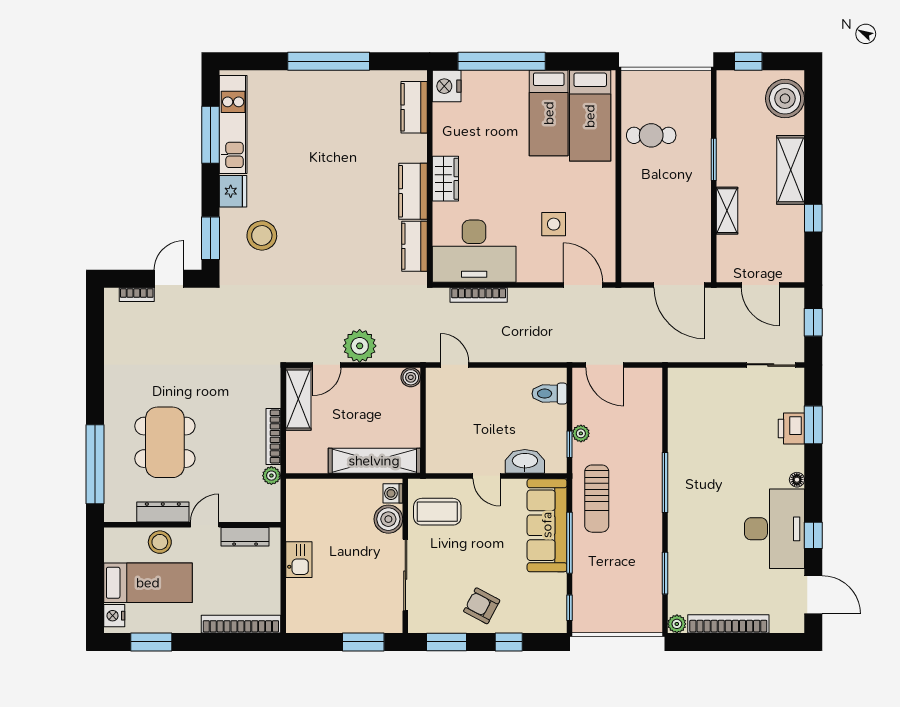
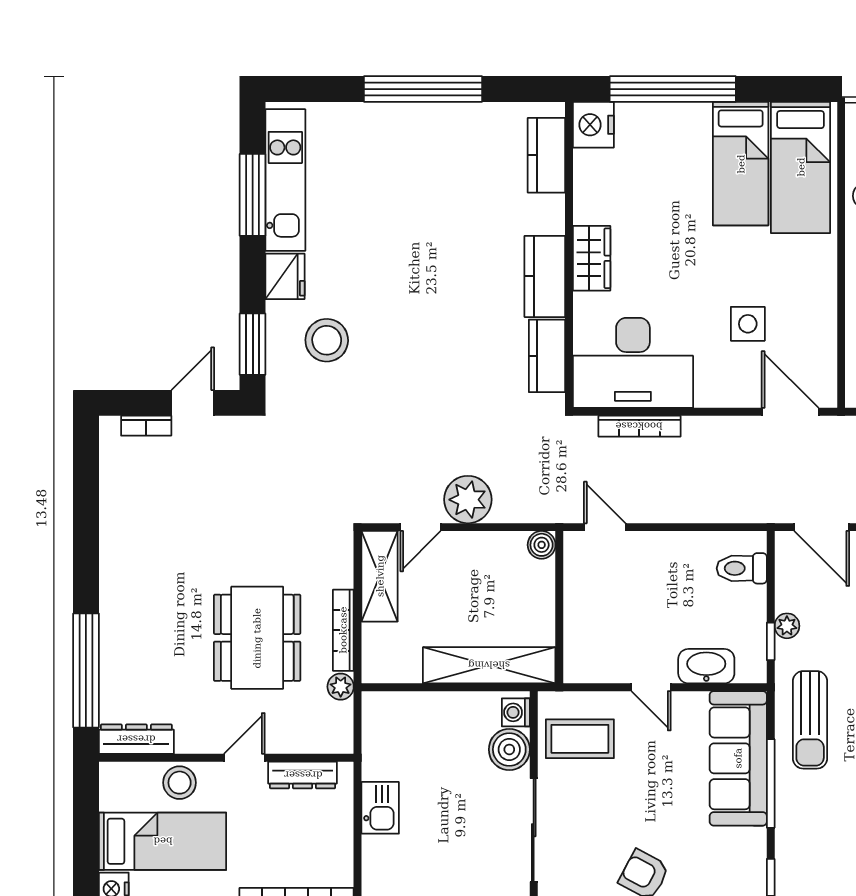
dining table: (165, 442) -> (257, 638), moved
dresser: (163, 512) -> (136, 739), moved

